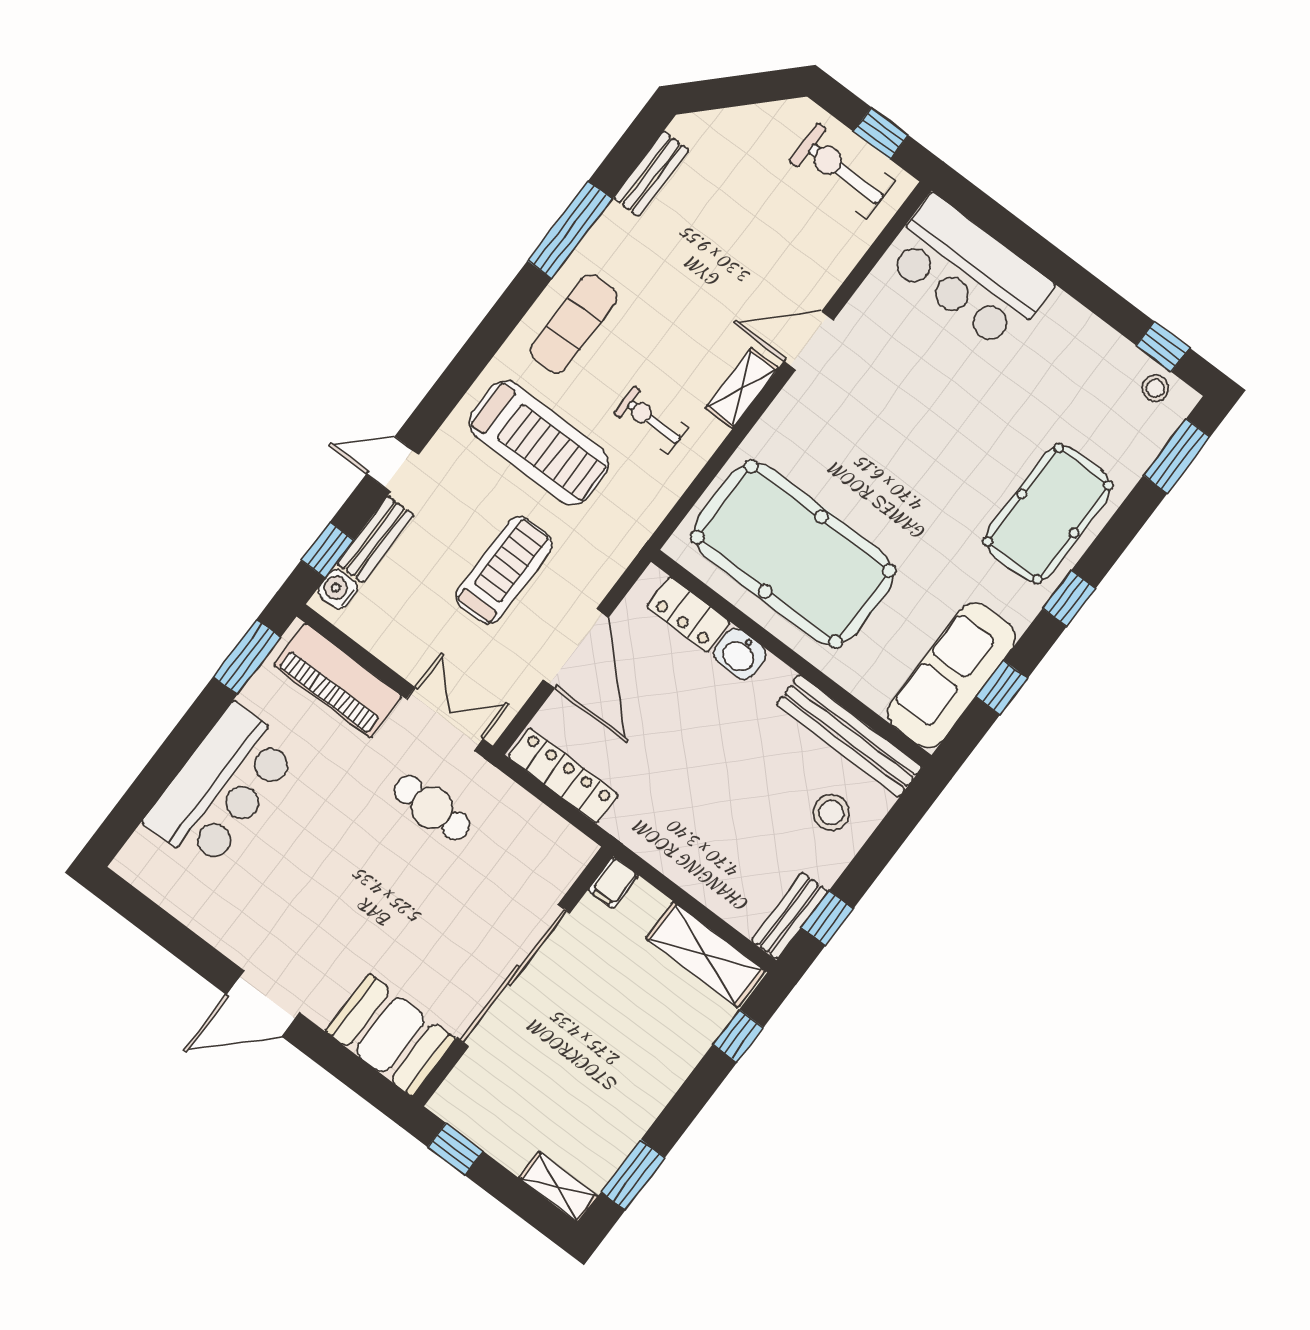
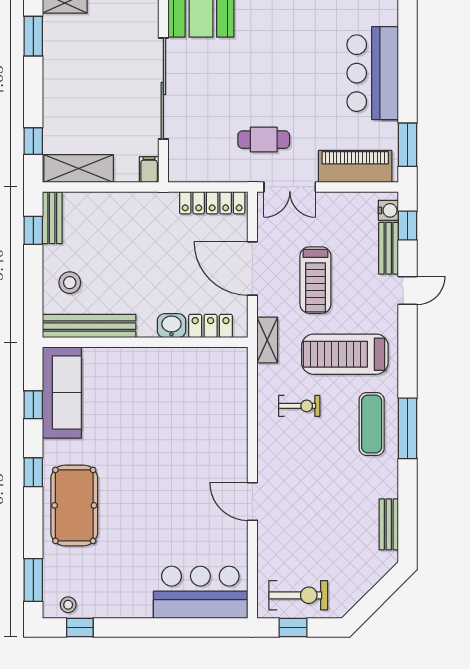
window: (570, 230) -> (408, 428), moved
door: (809, 341) -> (252, 502), swing flipped
shelving: (742, 388) -> (267, 340), moved
pool table: (793, 554) -> (182, 393), removed

